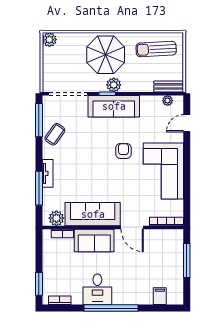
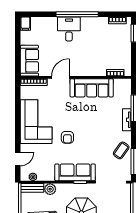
plant: (114, 85) -> (50, 189), moved
plant: (56, 218) -> (120, 85), removed
door: (132, 227) -> (61, 77), hinge flipped
sofa: (94, 240) -> (29, 61), moved, turned 90
window: (187, 261) -> (18, 51), removed
desk: (97, 289) -> (69, 29), moved
filing cabinet: (160, 296) -> (25, 24), moved

